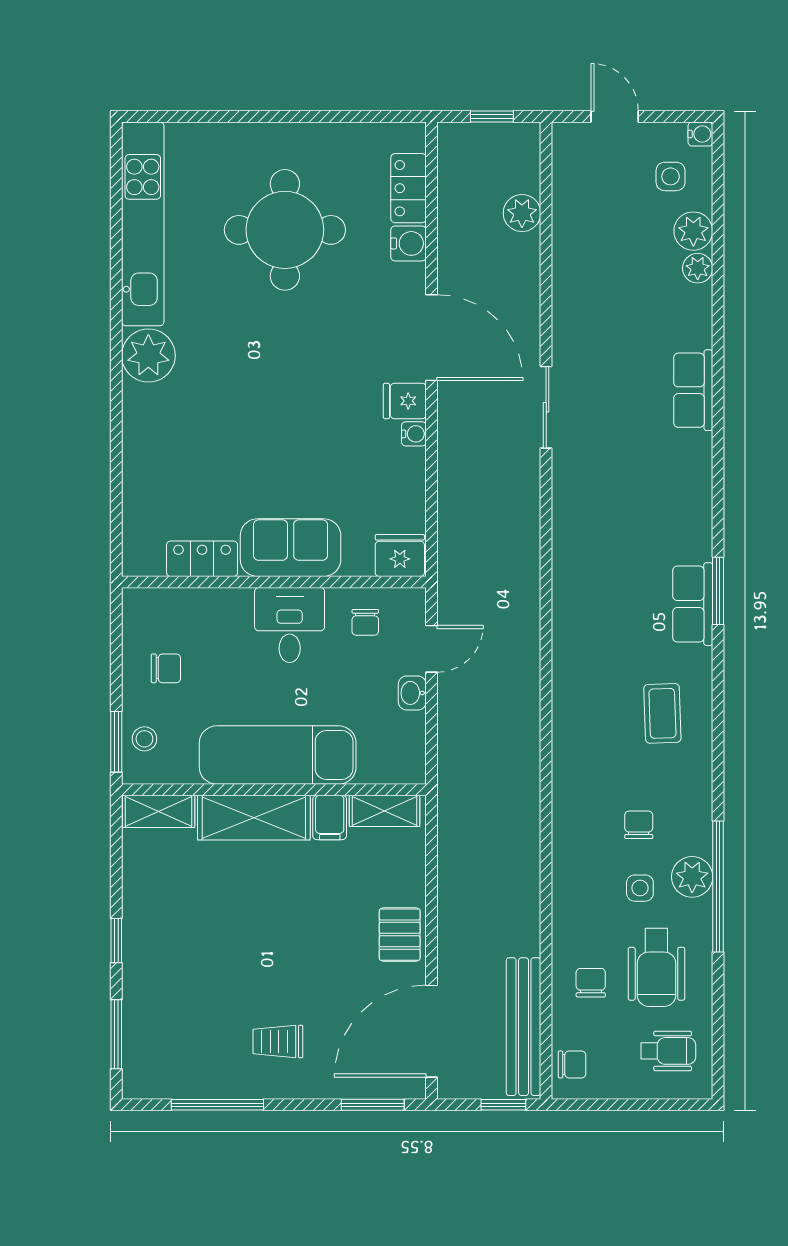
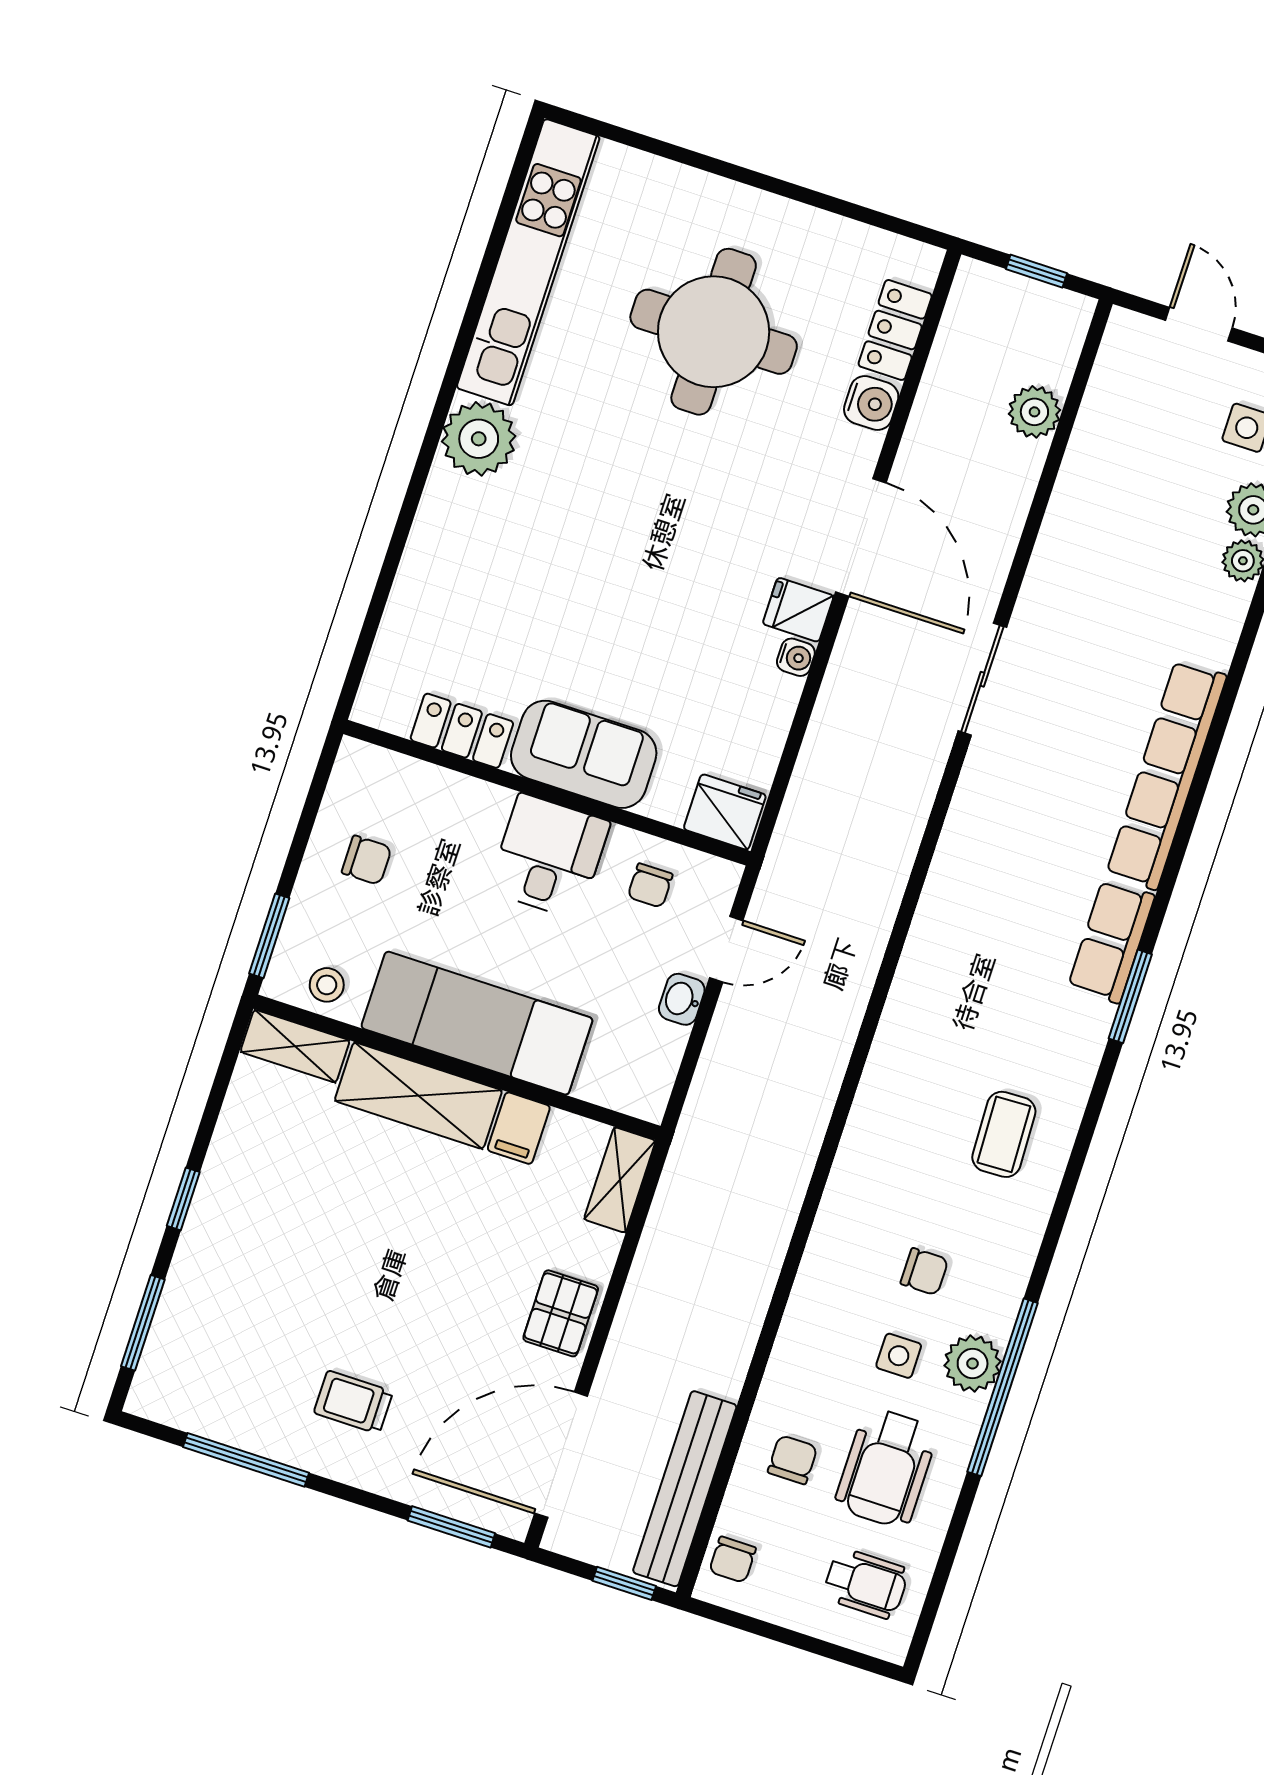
row of seats: (693, 390) -> (1167, 775), width x2.02
row of seats: (693, 604) -> (1111, 941), moved
stool: (144, 739) -> (327, 985), moved
shelving: (384, 811) -> (620, 1180), moved, turned 90
chair: (639, 825) -> (924, 1272), turned 90
chair: (572, 1064) -> (733, 1560), turned 90

